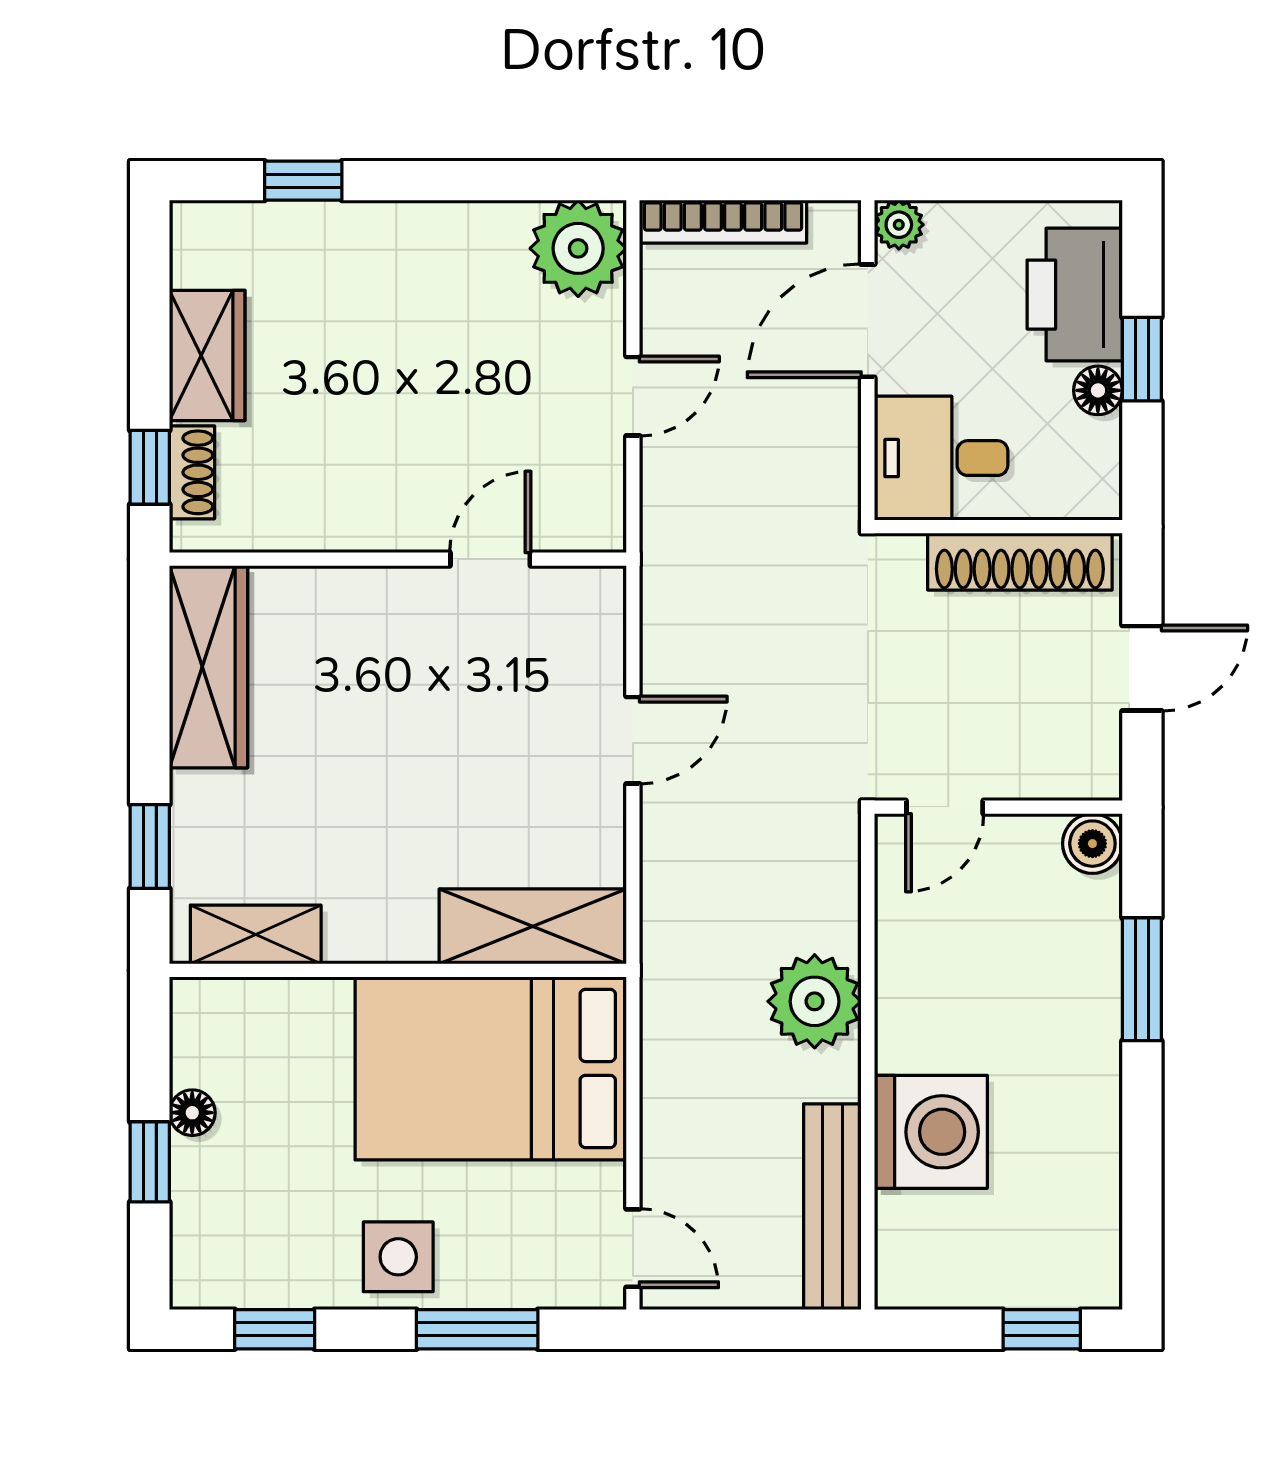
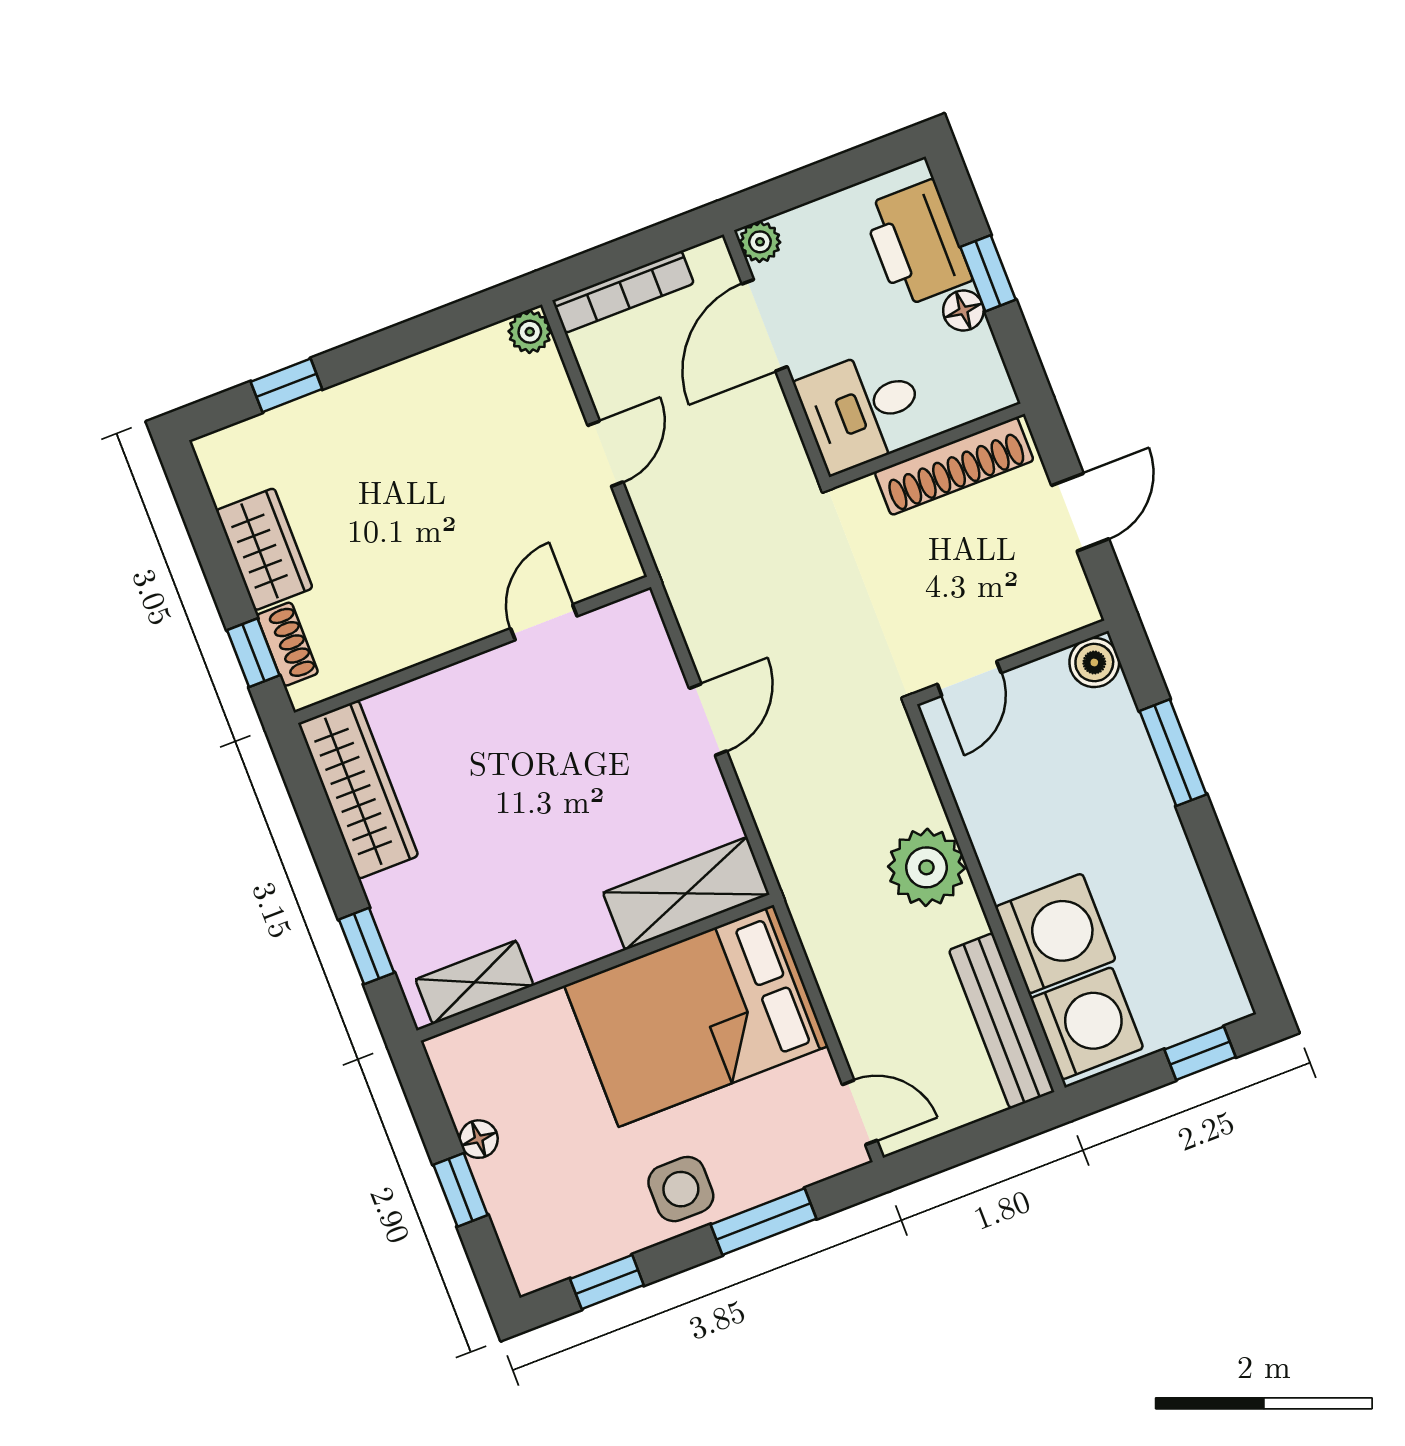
plant: (578, 248) -> (530, 332), width x0.53, depth x0.53
washing machine: (927, 1247) -> (1087, 1023), added

